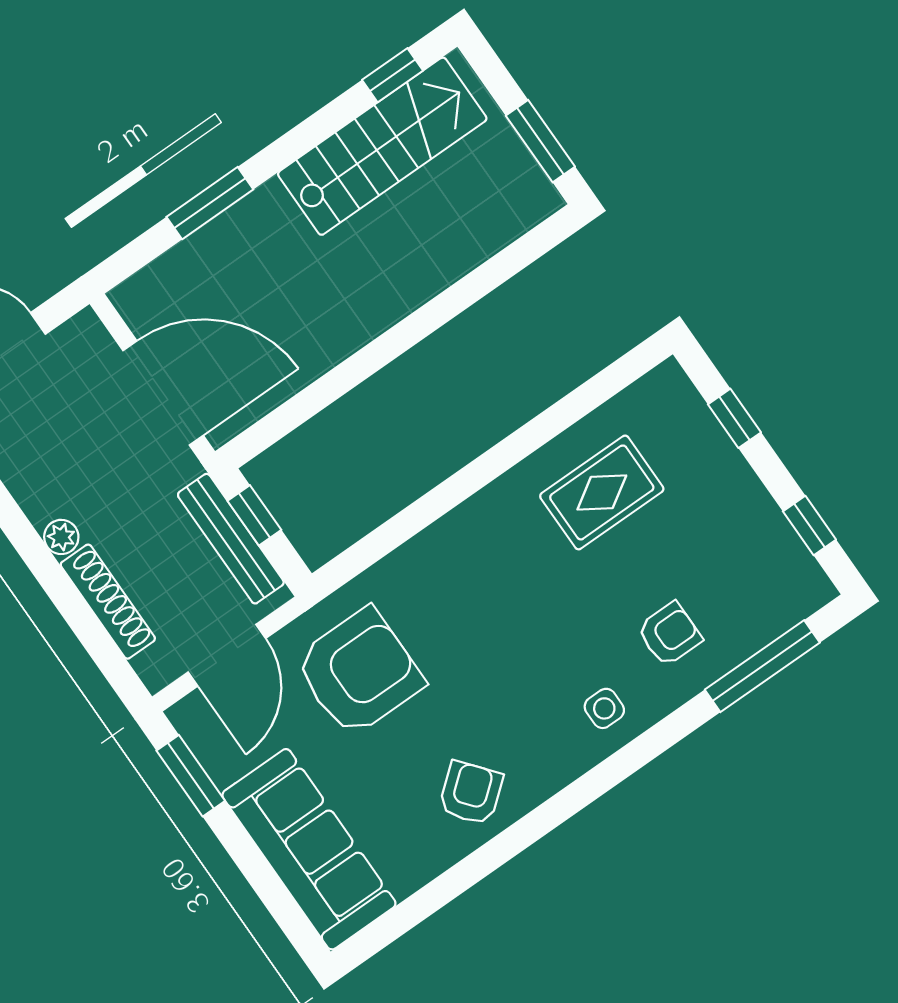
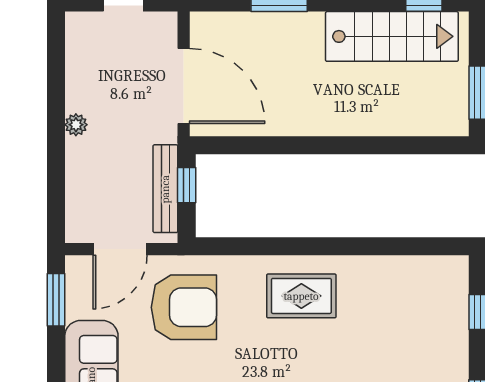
rug: (602, 492) -> (301, 296), moved
shoe rack: (108, 602) -> (77, 176), removed

